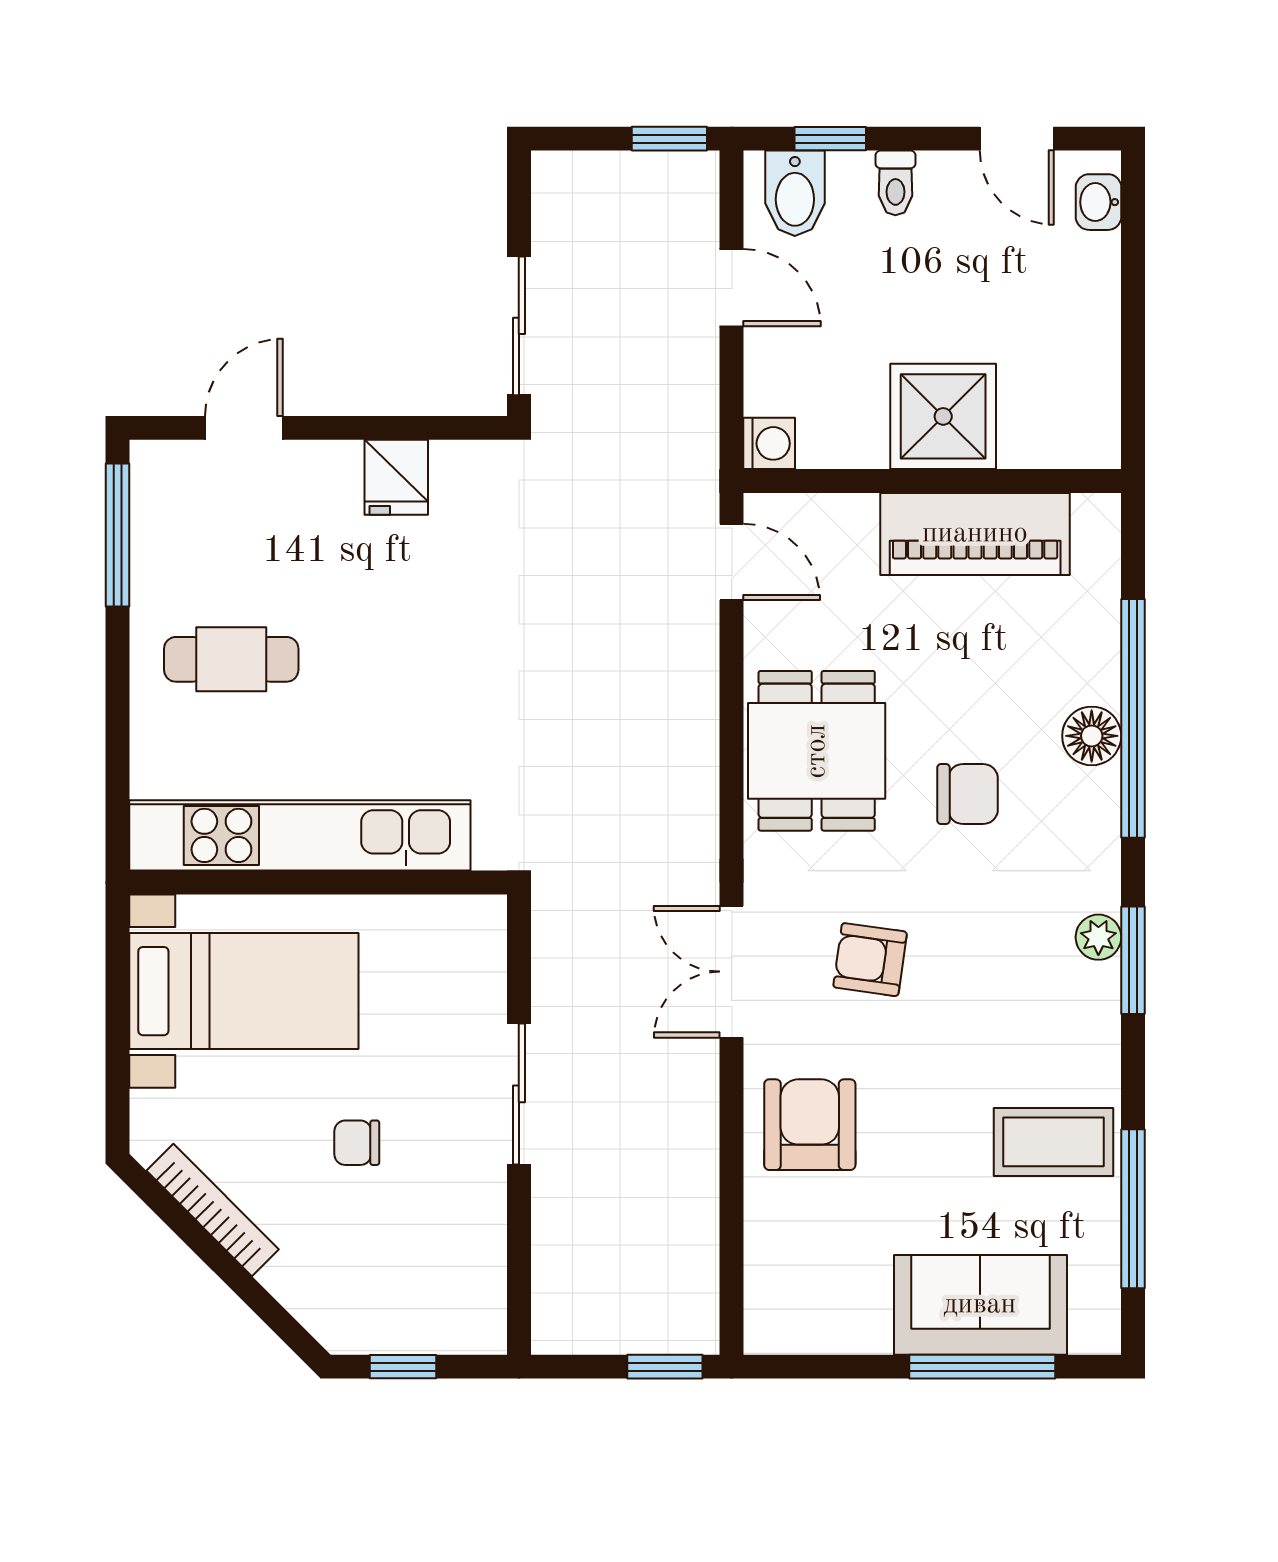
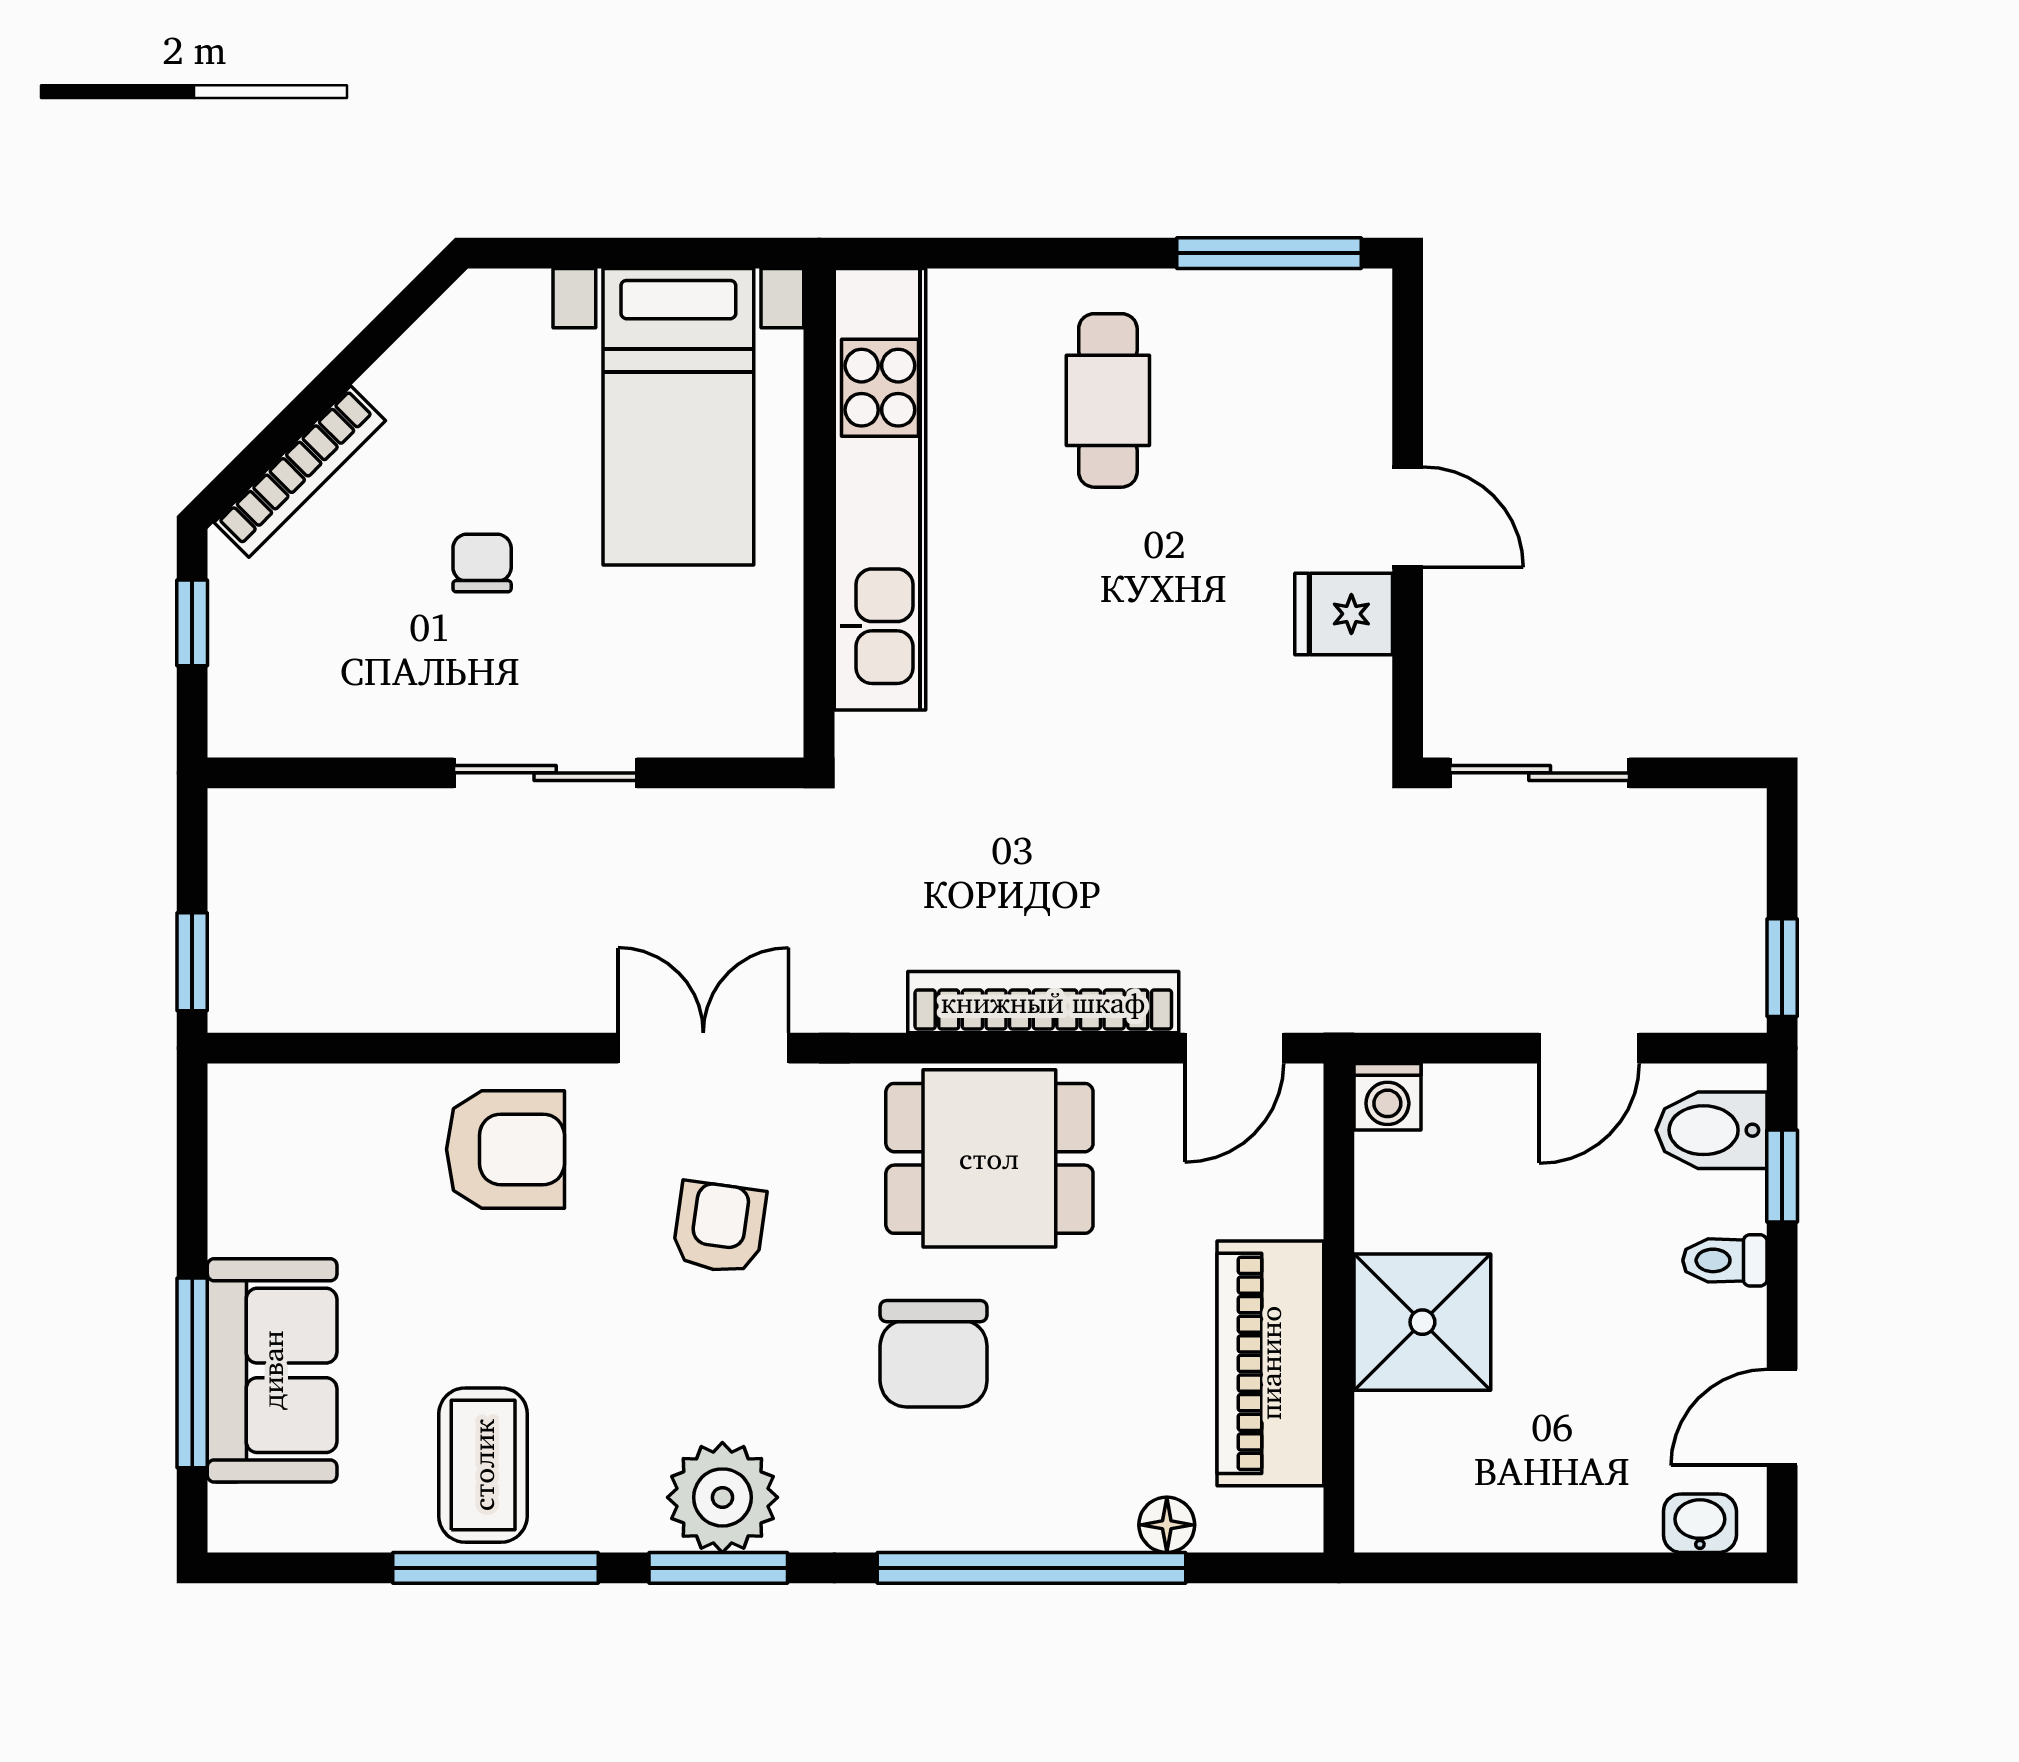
door: (244, 428) -> (1408, 517), moved
bookcase: (696, 709) -> (1043, 1002), added
floor lamp: (1092, 736) -> (1167, 1525), moved, width x0.73, depth x0.73
chair: (968, 794) -> (934, 1354), width x1.37, depth x1.37
plant: (1098, 937) -> (722, 1497), width x1.87, depth x1.87
window: (1133, 1209) -> (496, 1568), moved
bookcase: (213, 1210) -> (300, 472), moved

